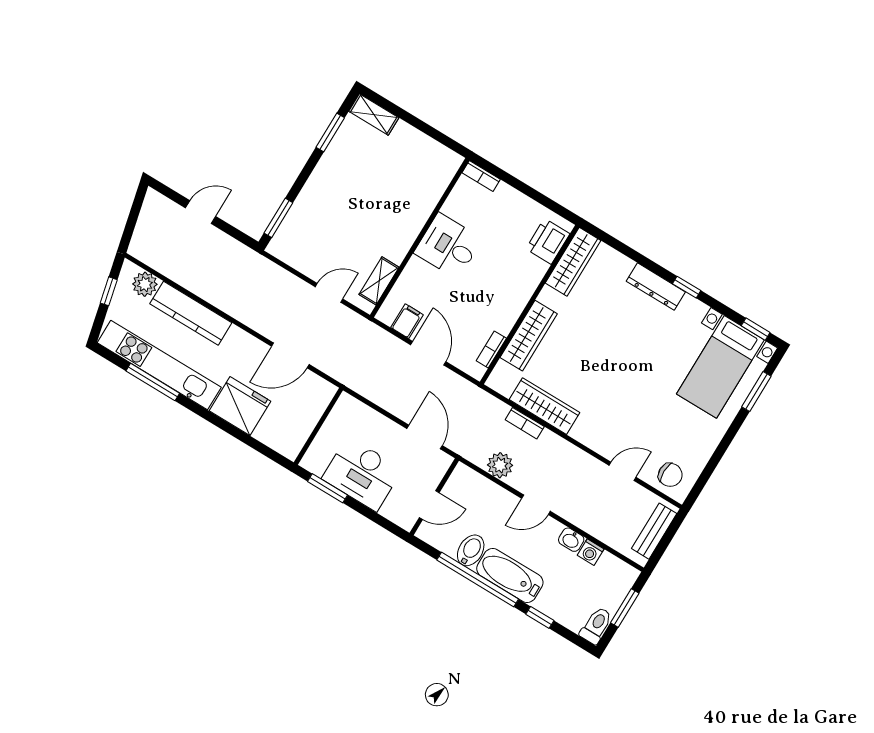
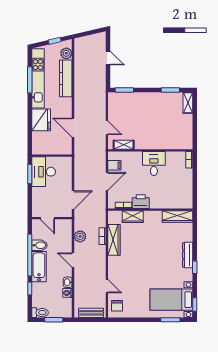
printer: (548, 241) -> (141, 202), moved
wardrobe: (529, 336) -> (133, 217), width x0.67
desk: (362, 474) -> (44, 172), moved

